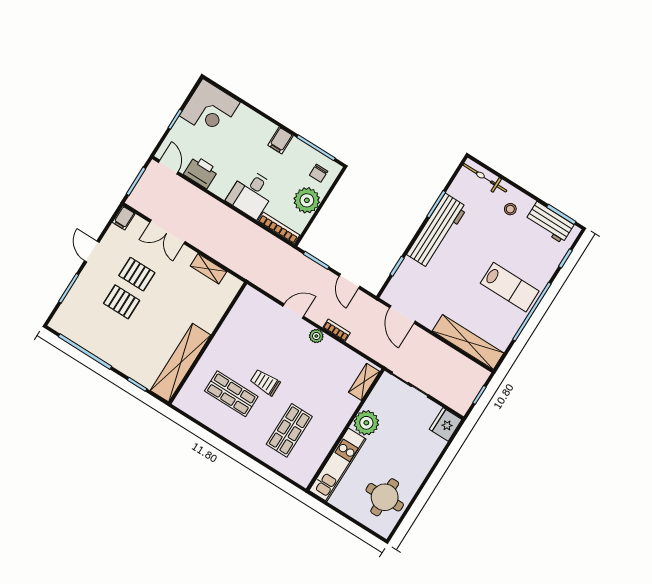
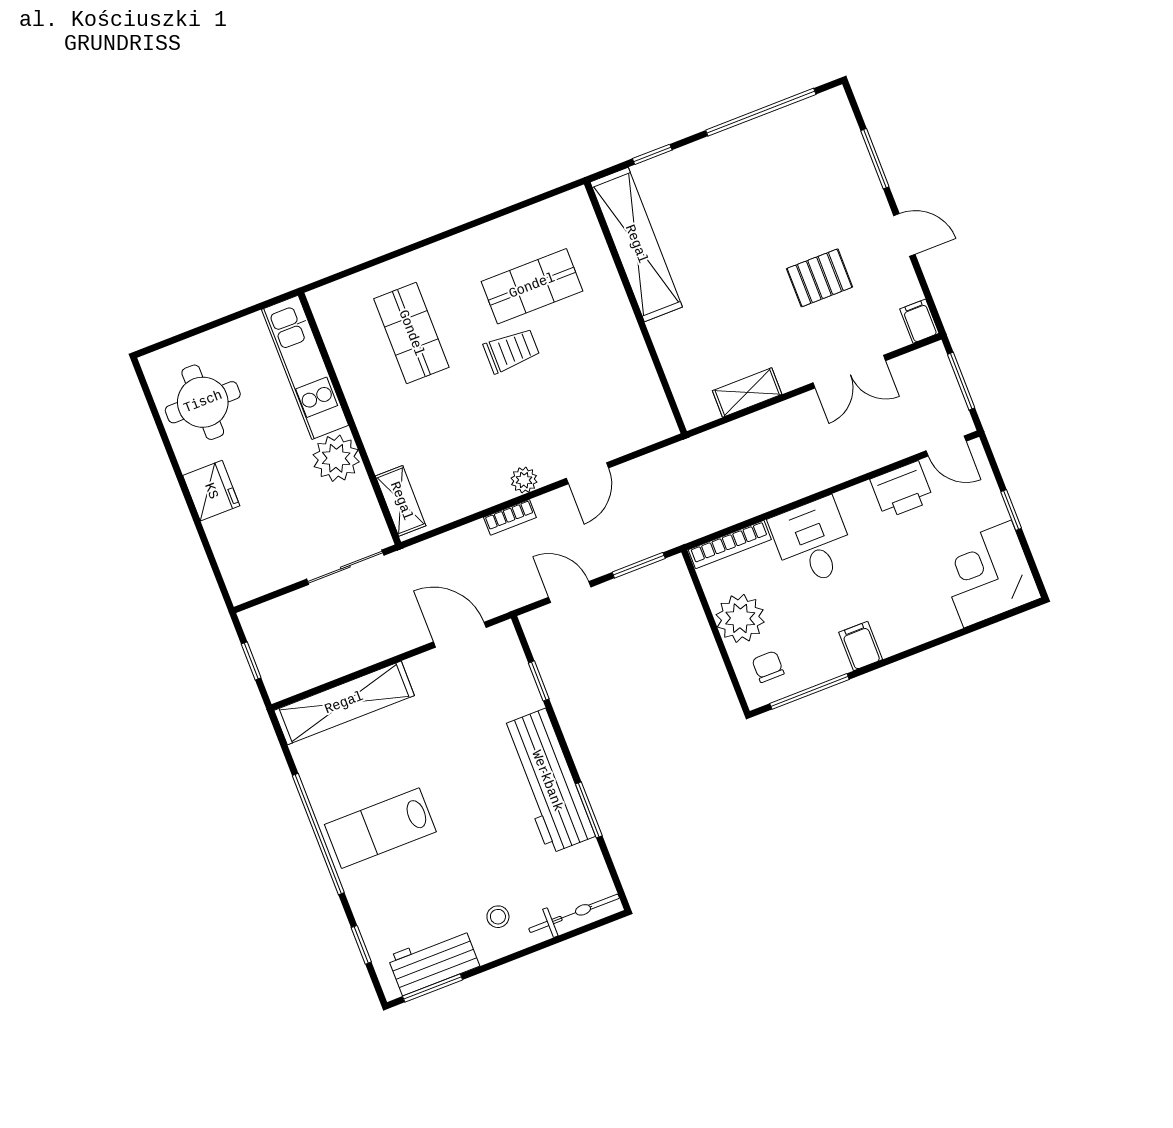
double door: (167, 232) -> (849, 372), swing flipped
pallet: (122, 302) -> (795, 224), removed
fridge: (446, 424) -> (211, 491), moved

